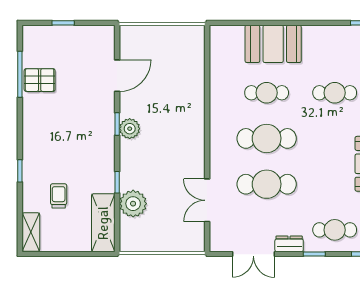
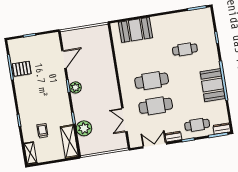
booth: (273, 44) -> (136, 30), moved
cafe table: (267, 93) -> (148, 56), removed
double door: (253, 254) -> (155, 145), swing flipped

